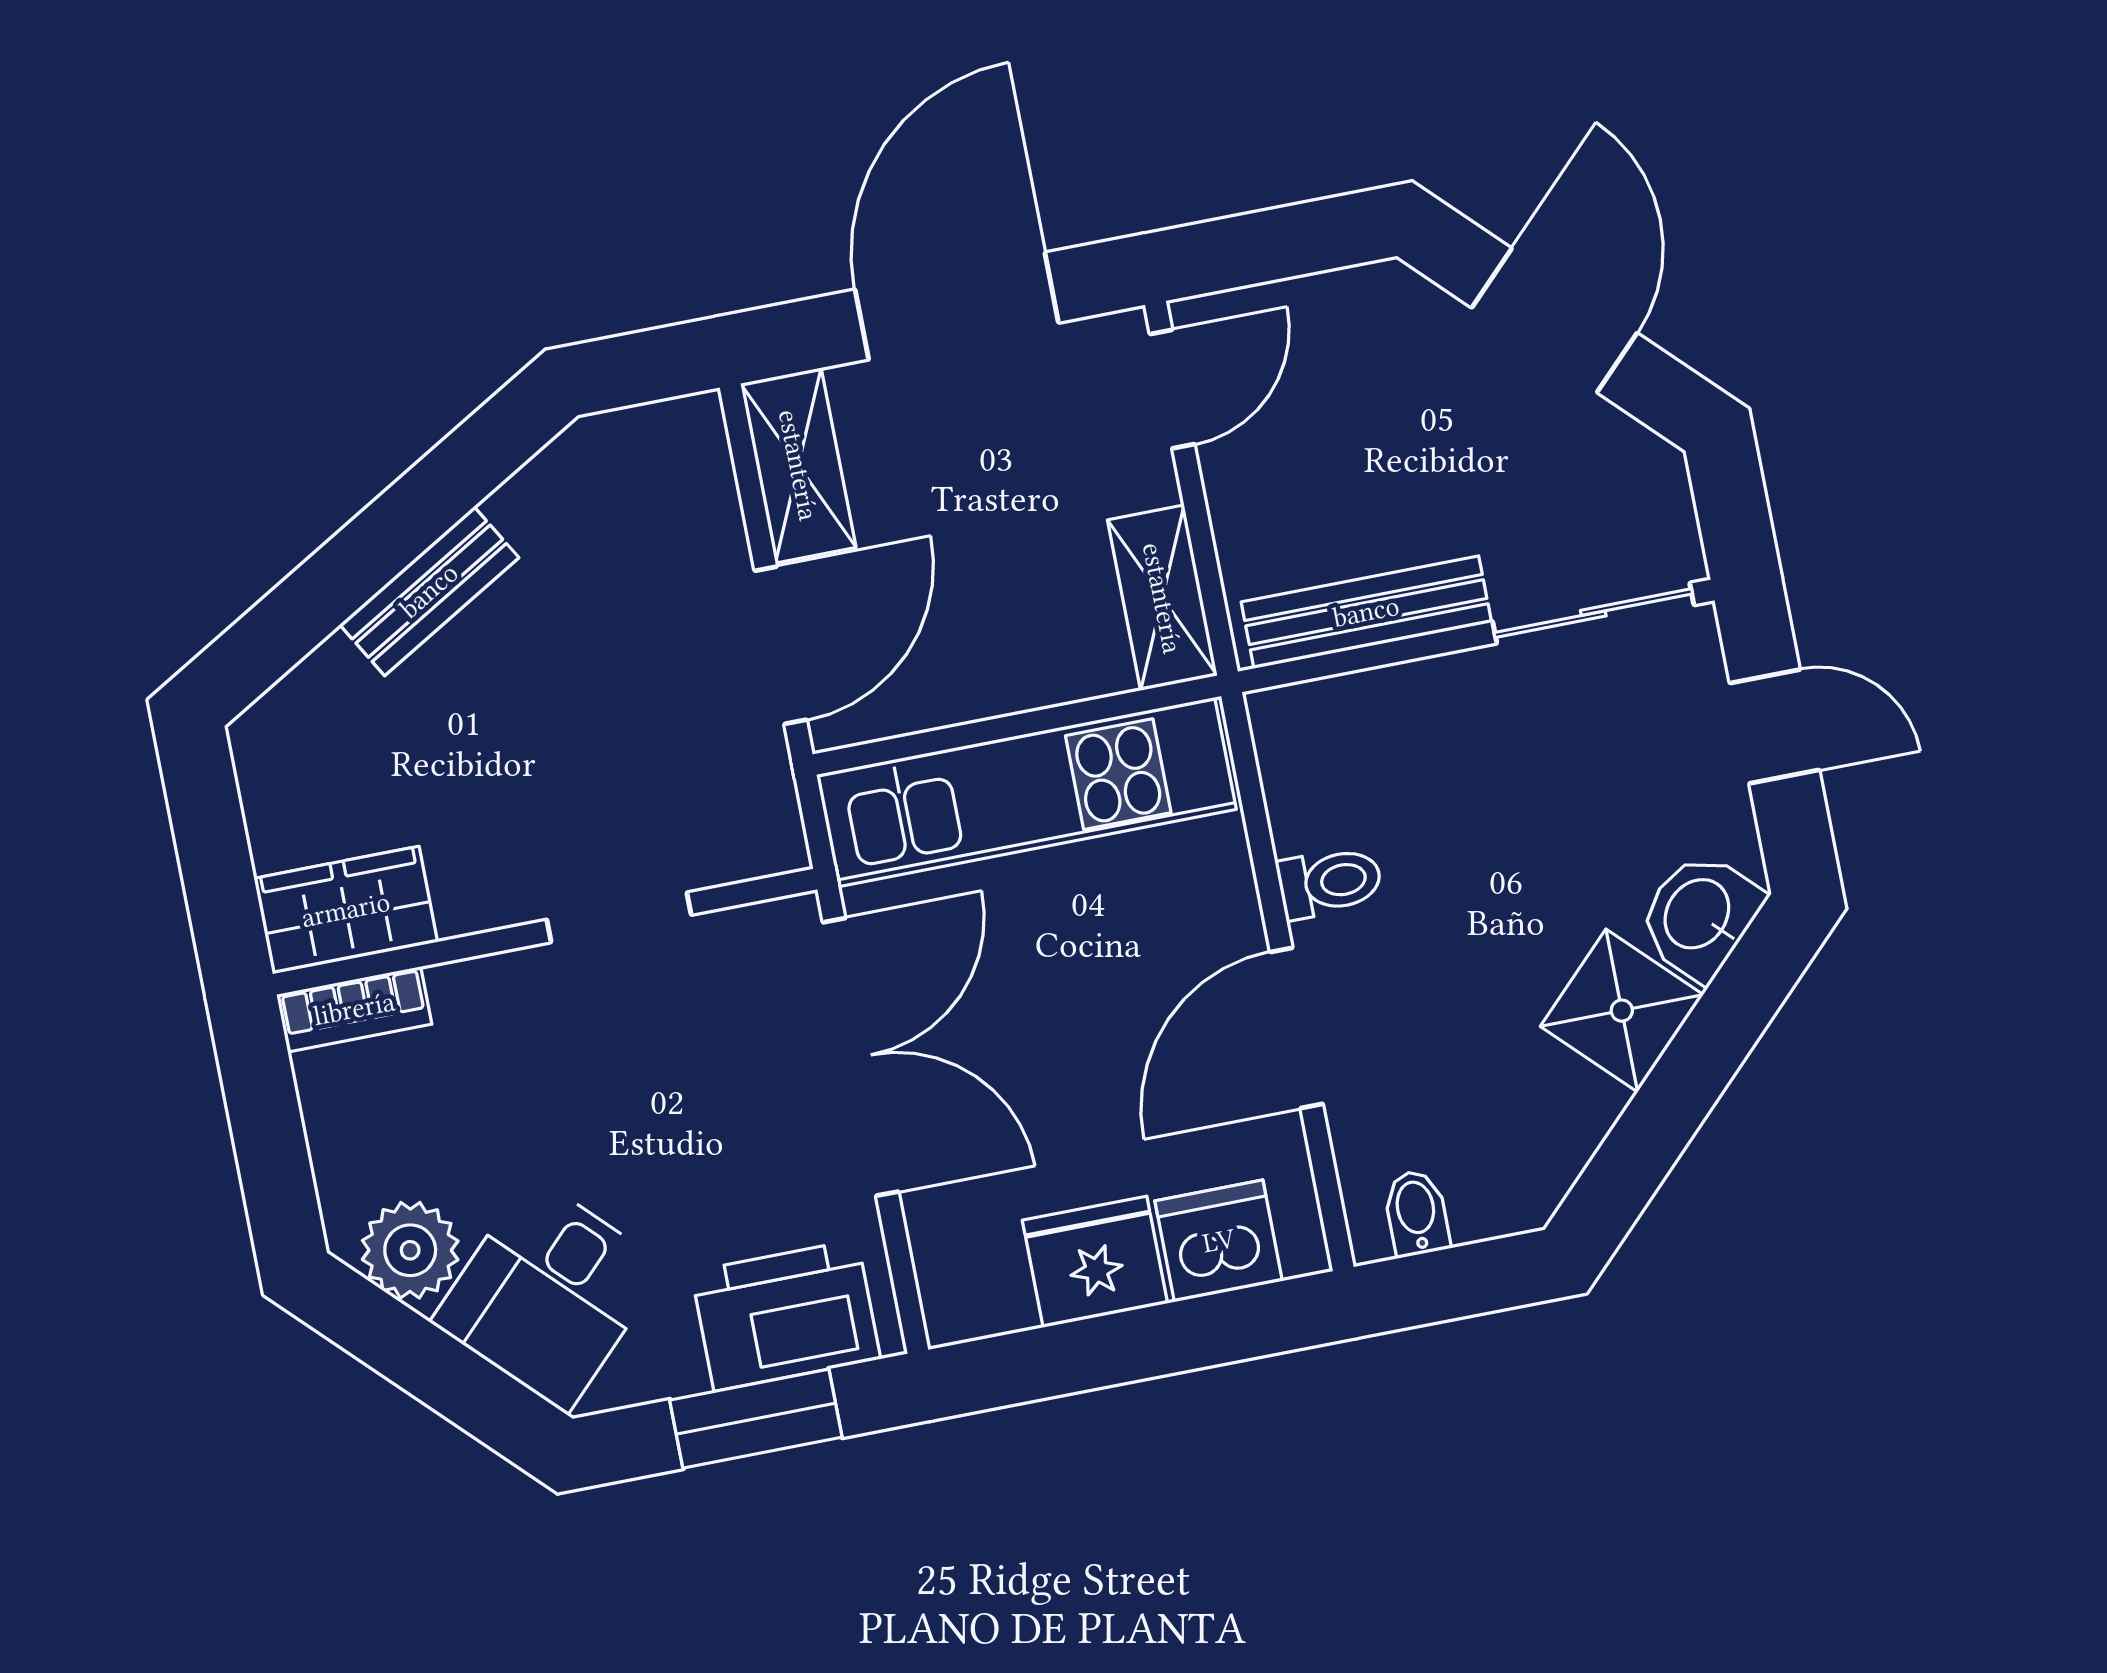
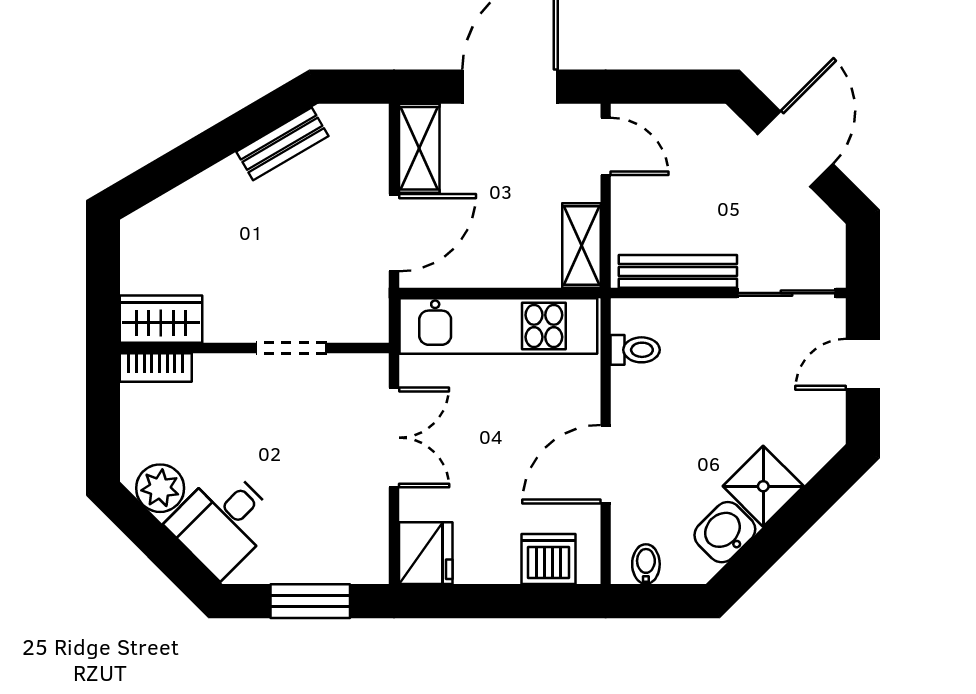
door: (1172, 389) -> (606, 146), hinge flipped
bench: (429, 591) -> (282, 144), moved
door: (1775, 726) -> (863, 364), swing flipped
toilet: (1330, 882) -> (635, 350), moved
washbasin: (1699, 915) -> (725, 532), moved
double door: (861, 1057) -> (394, 438), width x0.73
fridge: (1095, 1262) -> (426, 553), moved, turned 90
printer: (786, 1315) -> (334, 554), removed

